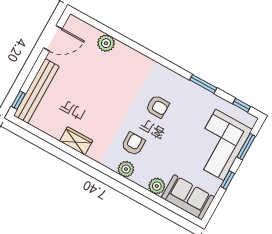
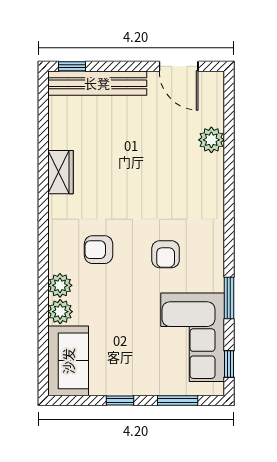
armchair: (133, 144) -> (99, 250), turned 180
corner sofa: (220, 145) -> (193, 337), moved, turned -90
plant: (126, 169) -> (60, 285), moved

